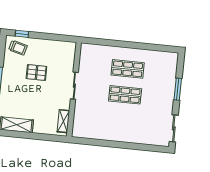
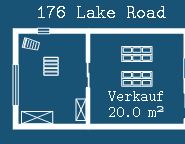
window: (22, 34) -> (44, 31), moved
pallet: (36, 73) -> (51, 66), turned 90

